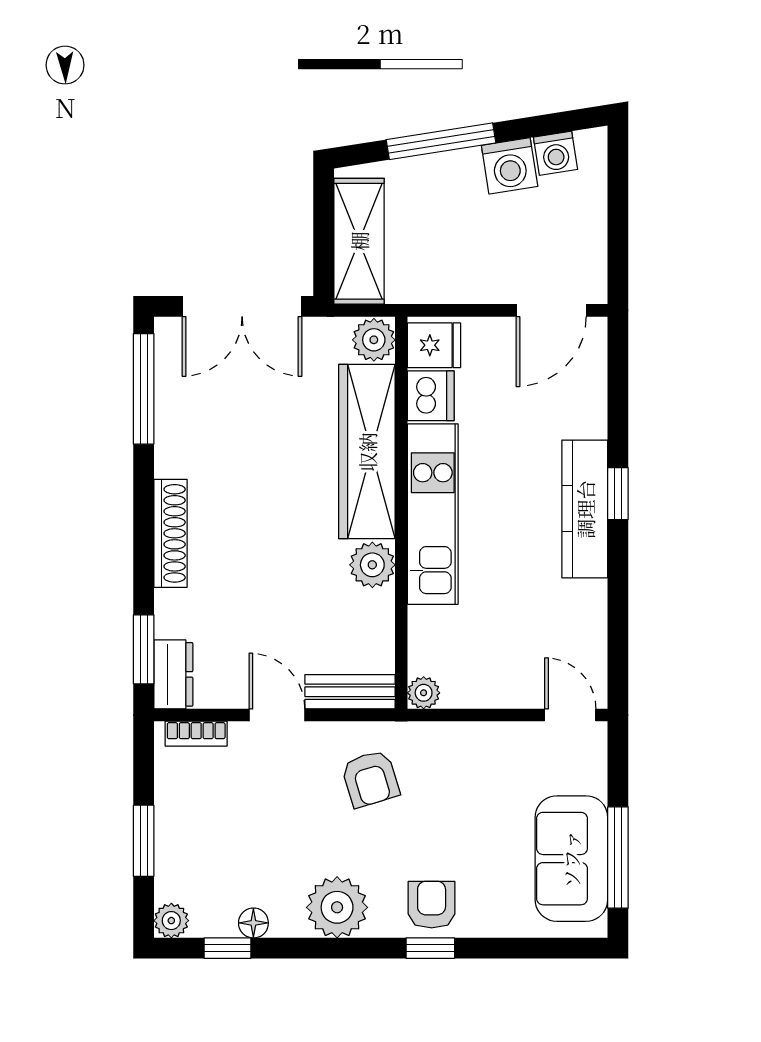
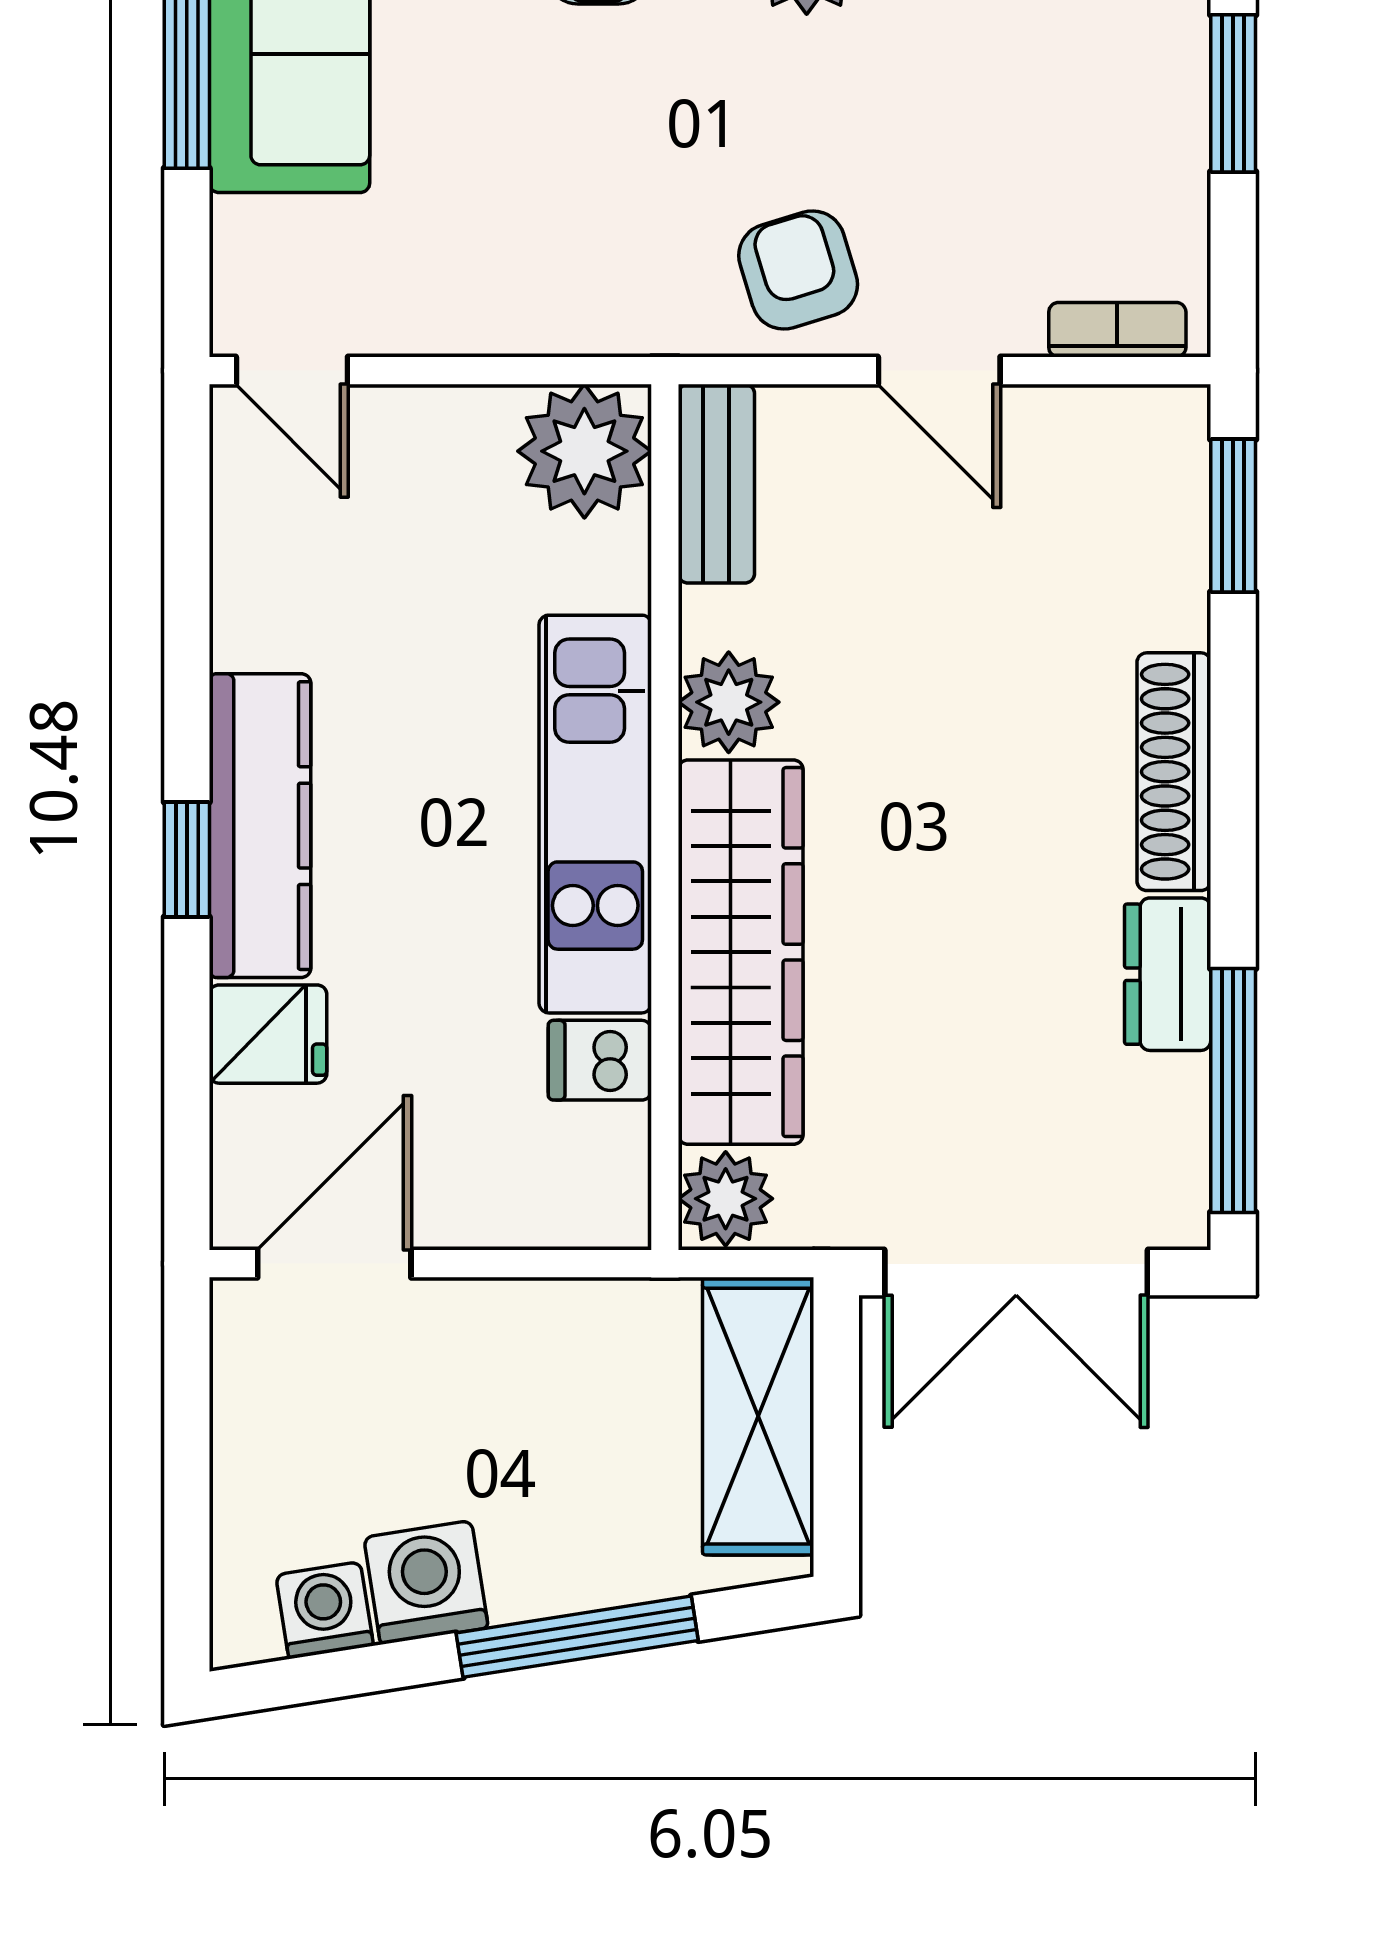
double door: (242, 306) -> (1016, 1273), swing flipped
fridge: (434, 345) -> (268, 1034), moved, turned 180
dishwasher: (431, 396) -> (600, 1060), width x0.73
dresser: (173, 674) -> (1168, 974), moved
bench: (350, 692) -> (716, 484), moved, turned 90
plant: (424, 693) -> (584, 451), width x1.87, depth x1.87
armchair: (370, 779) -> (798, 270), moved

